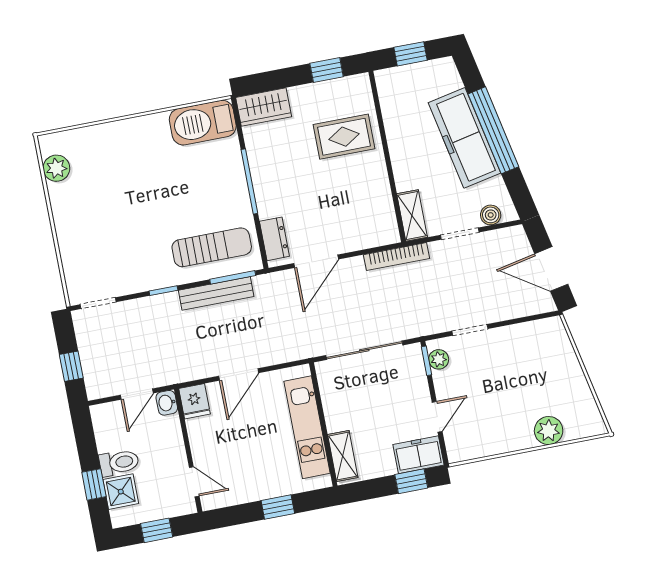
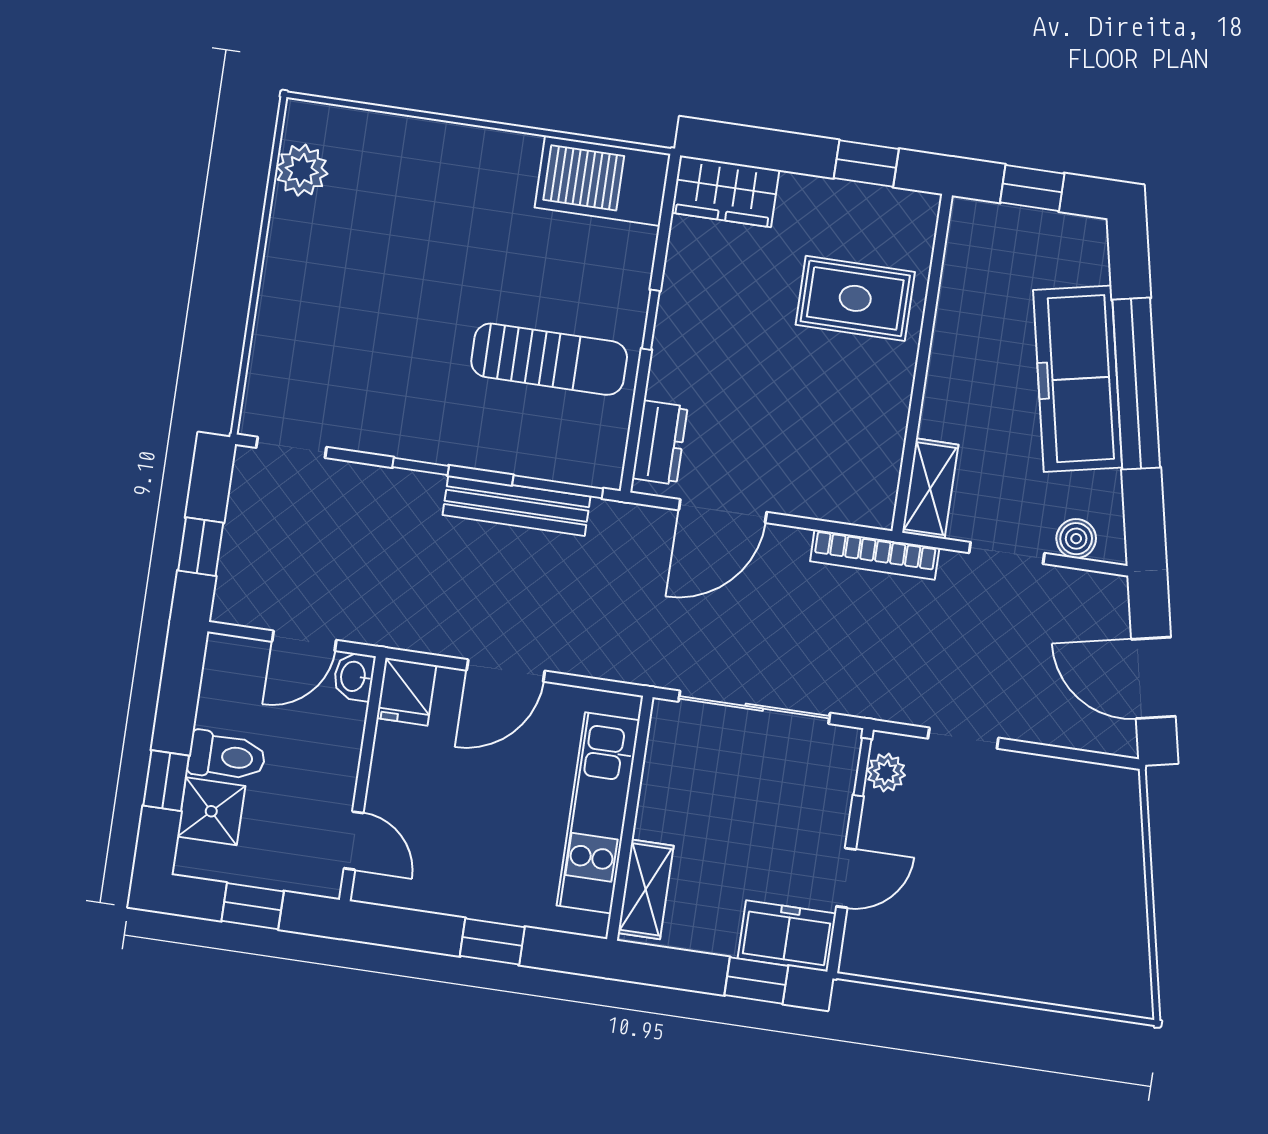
window: (249, 181) -> (651, 320), width x0.46
sun lounger: (212, 247) -> (549, 359), moved
plant: (549, 431) -> (1044, 976), removed

